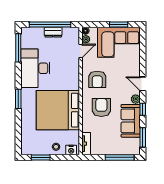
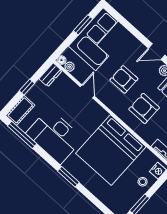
window: (50, 25) -> (27, 87), width x0.32
dresser: (53, 32) -> (50, 75), moved
cot: (32, 33) -> (20, 110), added
door: (81, 51) -> (87, 91), moved
armchair: (97, 79) -> (124, 79), moved, turned 180

